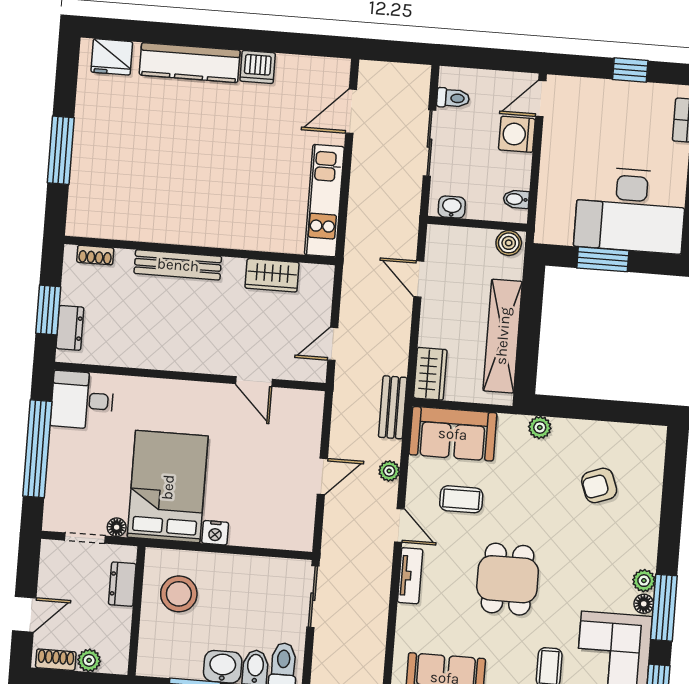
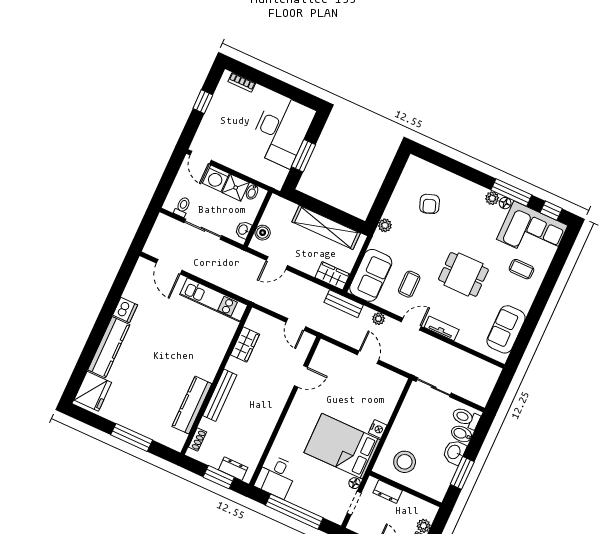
fridge: (112, 57) -> (93, 391), width x1.36, depth x1.34
shower: (514, 171) -> (236, 188), added
kitchen counter: (146, 227) -> (192, 405), added
boiler: (509, 243) -> (263, 233), moved

